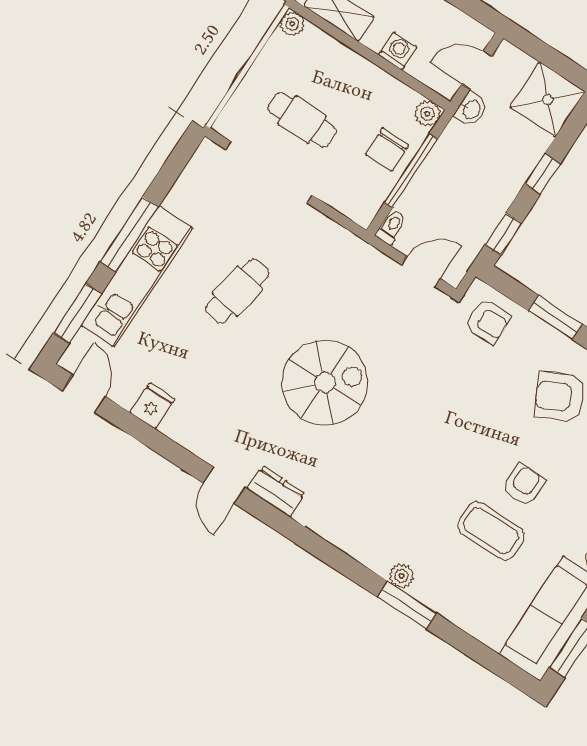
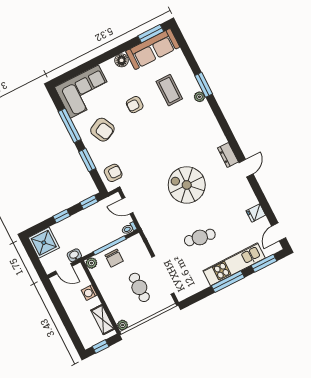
chair: (387, 150) -> (114, 258), turned 90
armchair: (488, 321) -> (113, 173), turned 90
coffee table: (491, 531) -> (169, 90), moved

